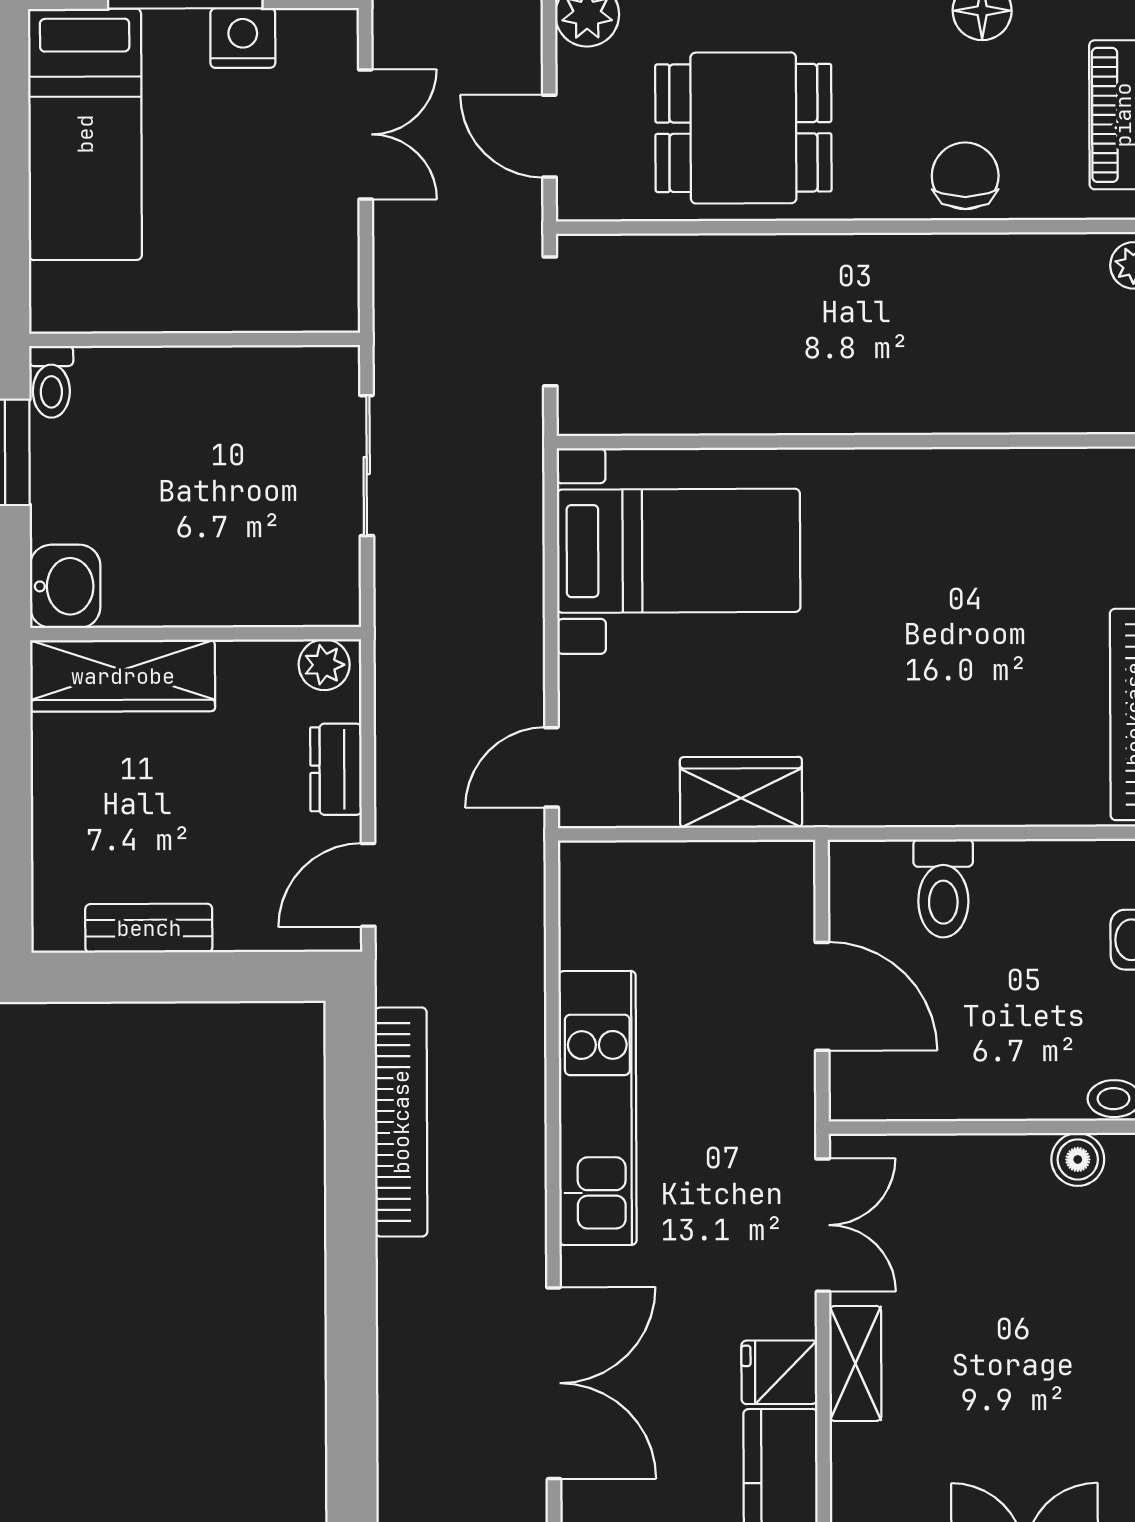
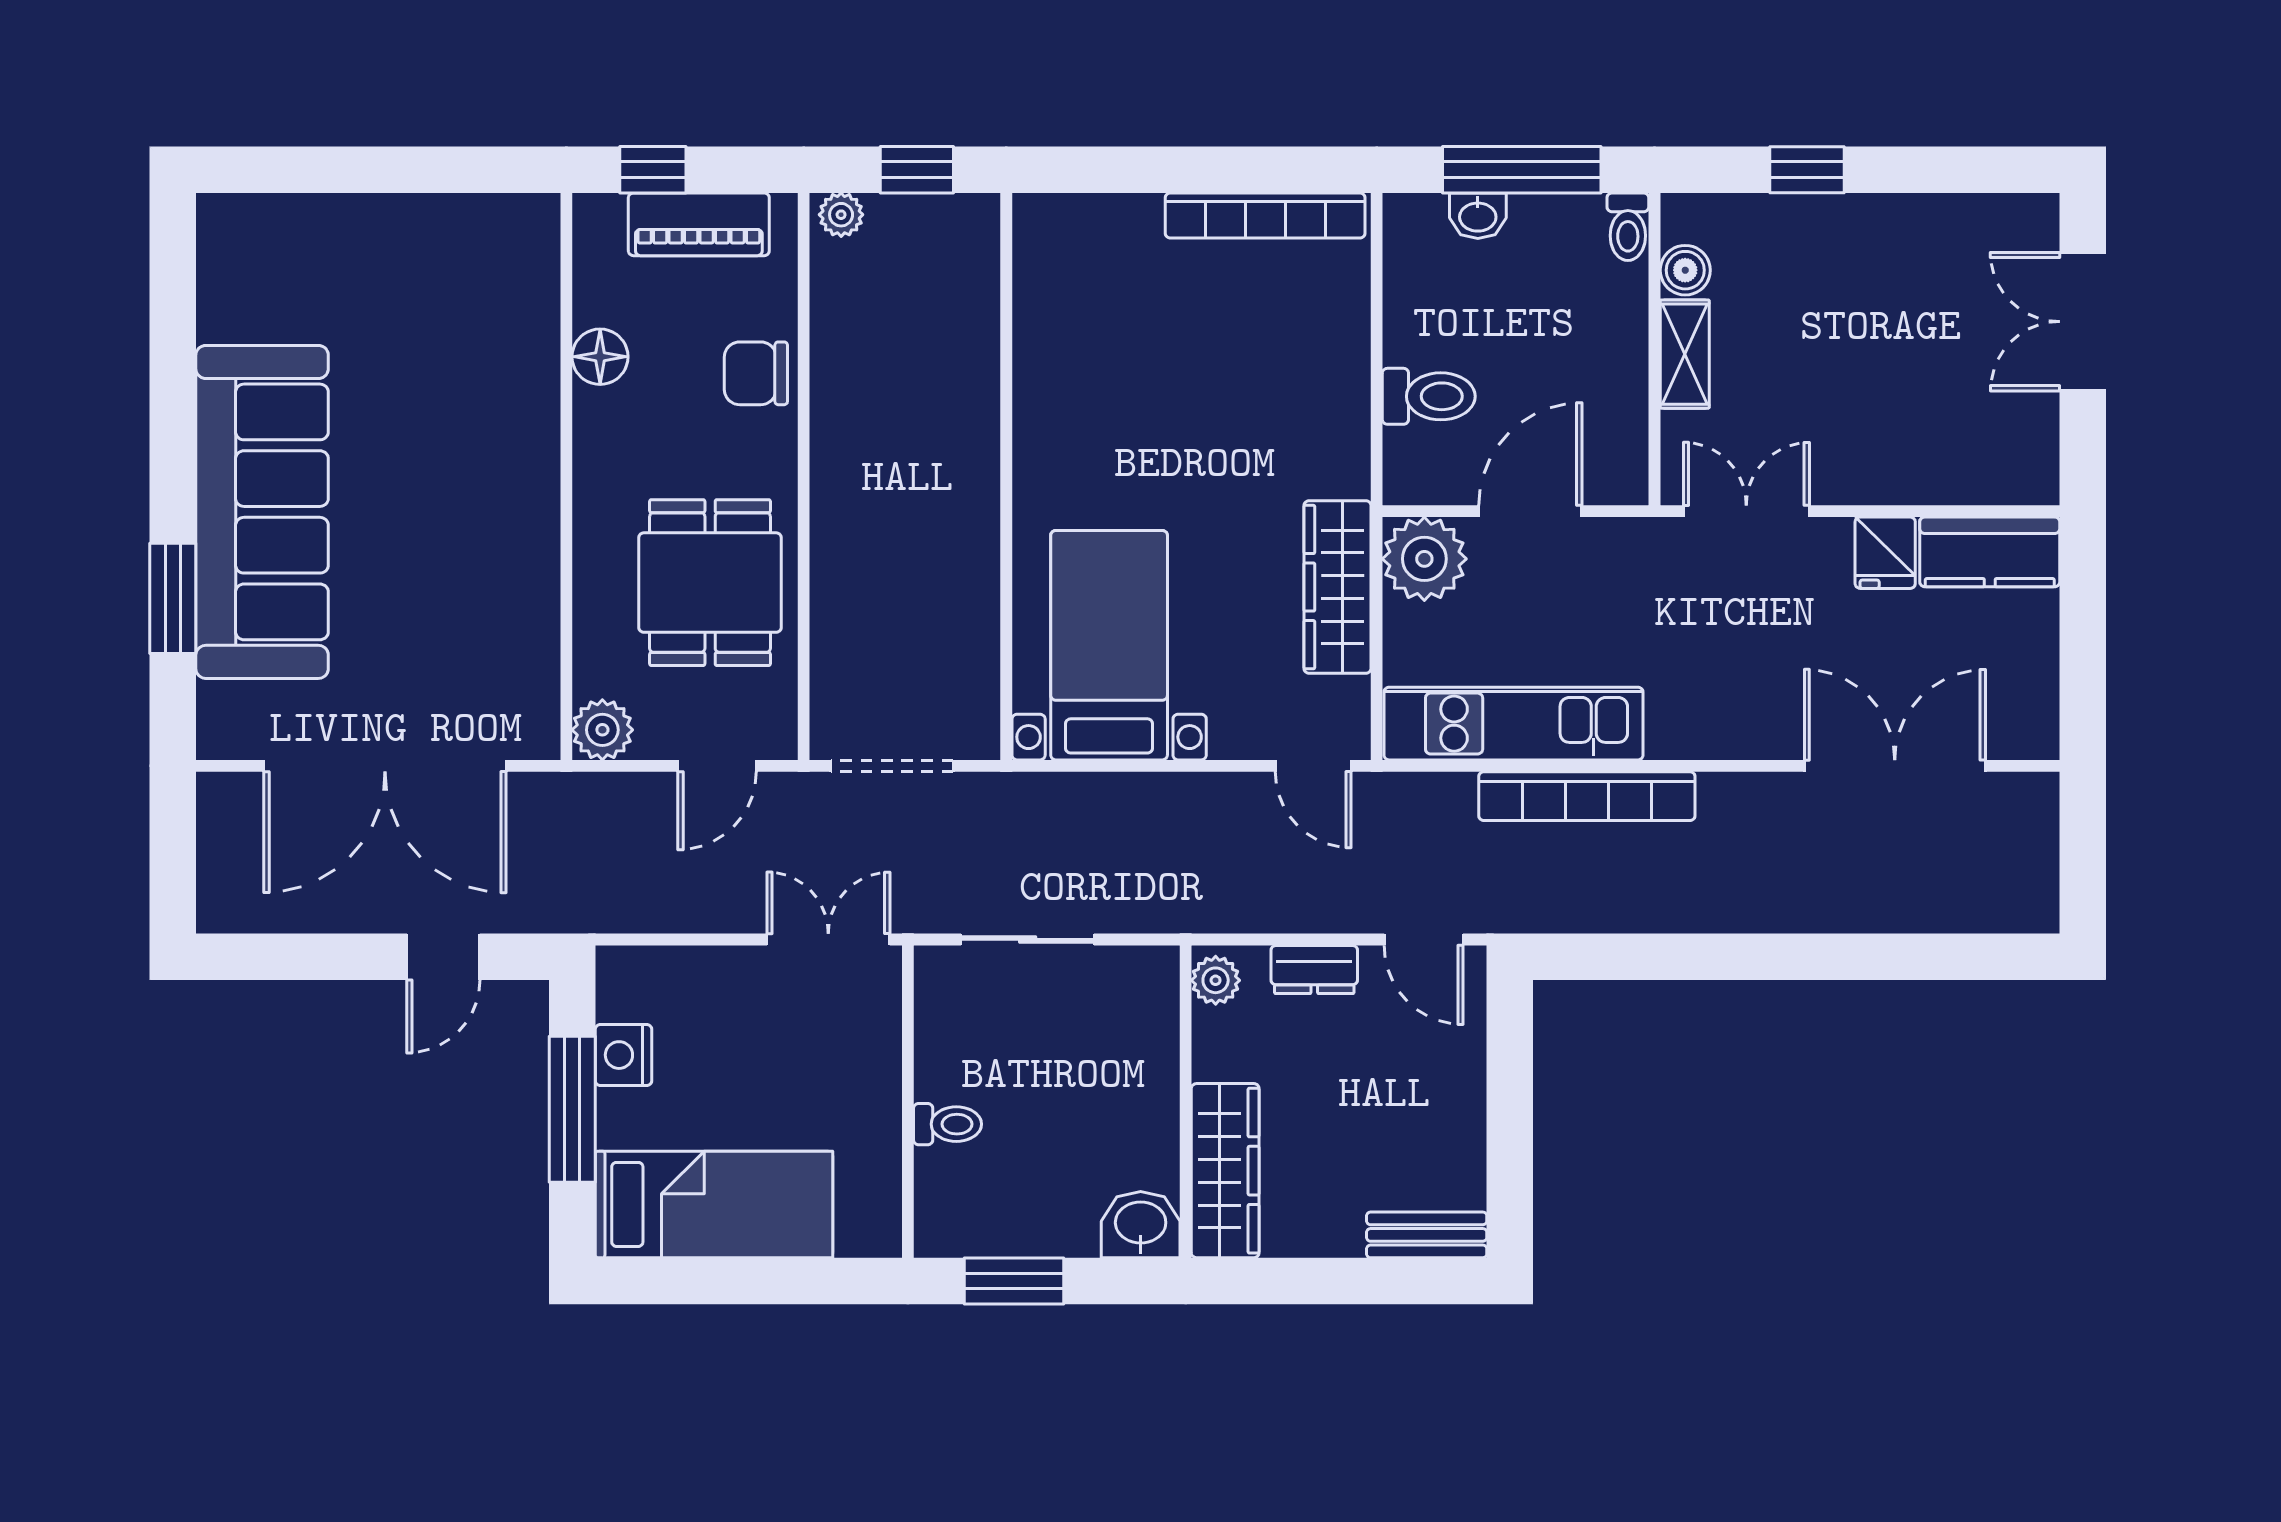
double door: (366, 134) -> (828, 939), moved
toilet: (51, 382) -> (948, 1124), moved
wardrobe: (741, 792) -> (1337, 587), width x1.50
plant: (771, 884) -> (1424, 559), added
bench: (149, 928) -> (1427, 1235), moved, turned 90
kitchen unit: (598, 1108) -> (1514, 724), moved
bookcase: (401, 1122) -> (1587, 796), moved, turned 180
shelving: (855, 1363) -> (1685, 354), moved, turned 90

